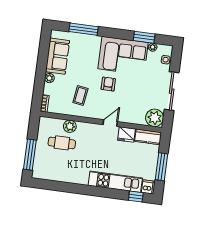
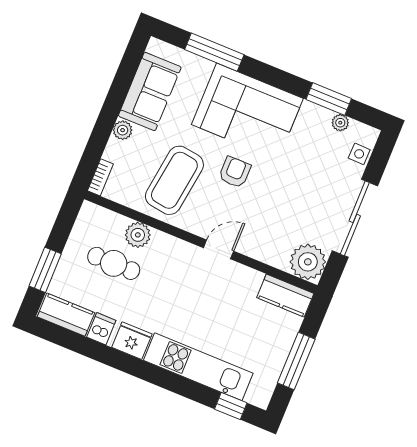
corner sofa: (123, 56) -> (247, 112), moved
coffee table: (80, 95) -> (174, 180), width x1.86, depth x1.72
fridge: (127, 134) -> (132, 341), moved, turned 180
window: (30, 155) -> (45, 270), width x0.69
kitchen counter: (45, 173) -> (66, 315), added
dishwasher: (147, 187) -> (101, 329), moved

